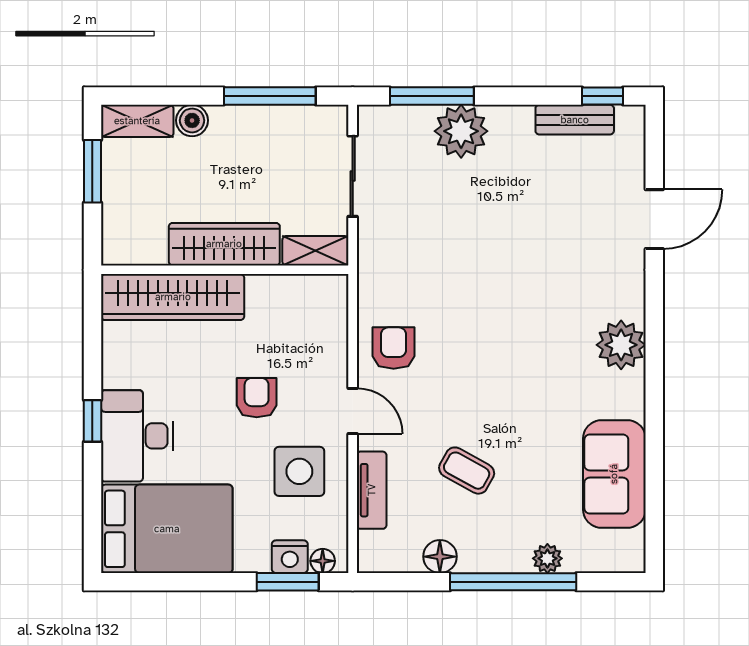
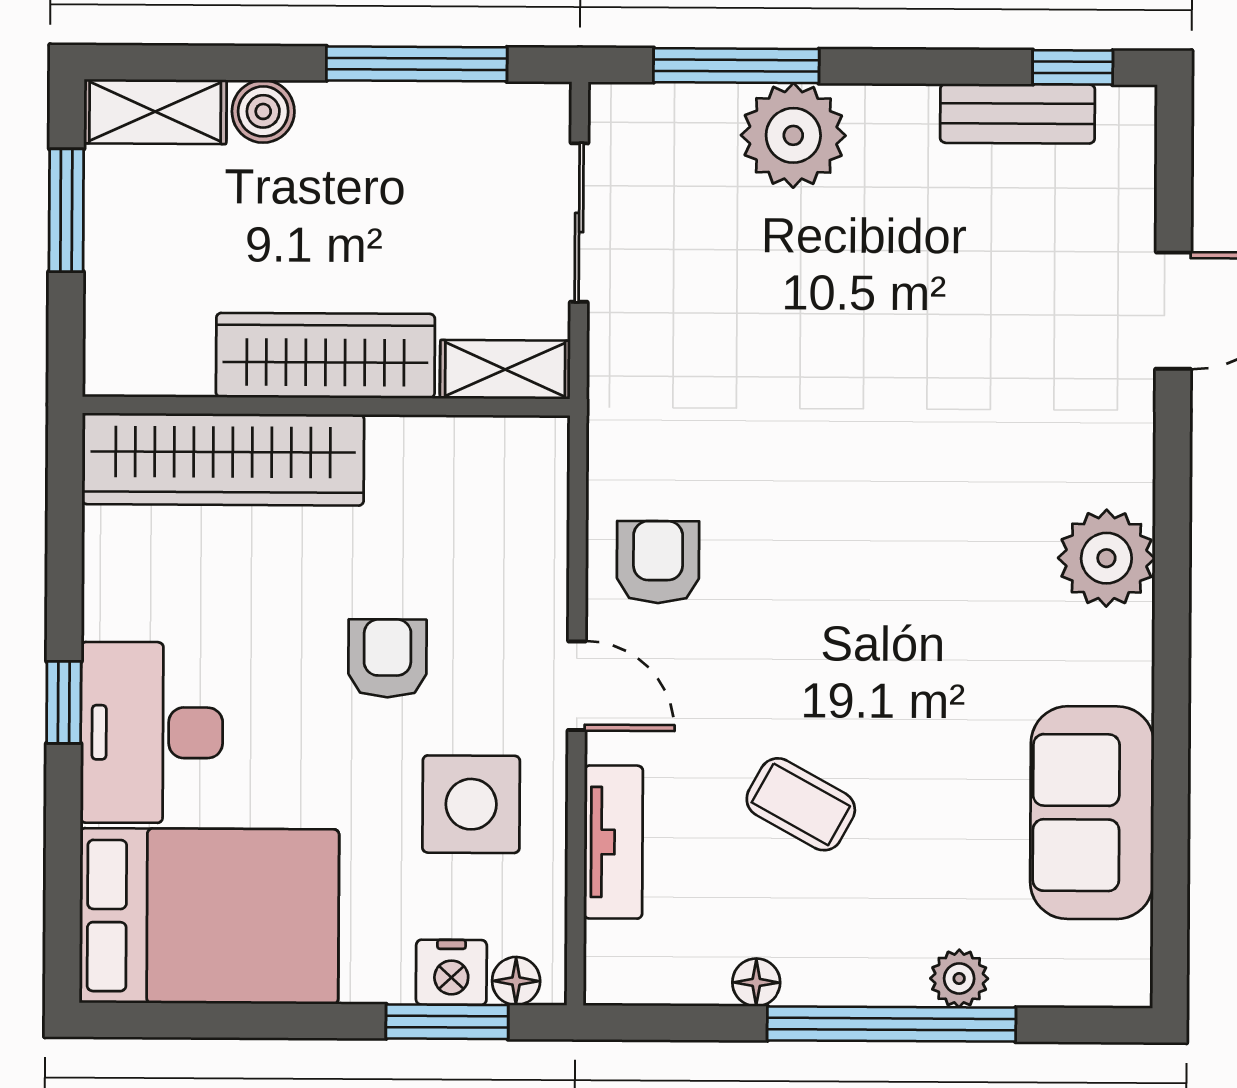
floor lamp: (440, 557) -> (756, 982), width x0.73, depth x0.73

